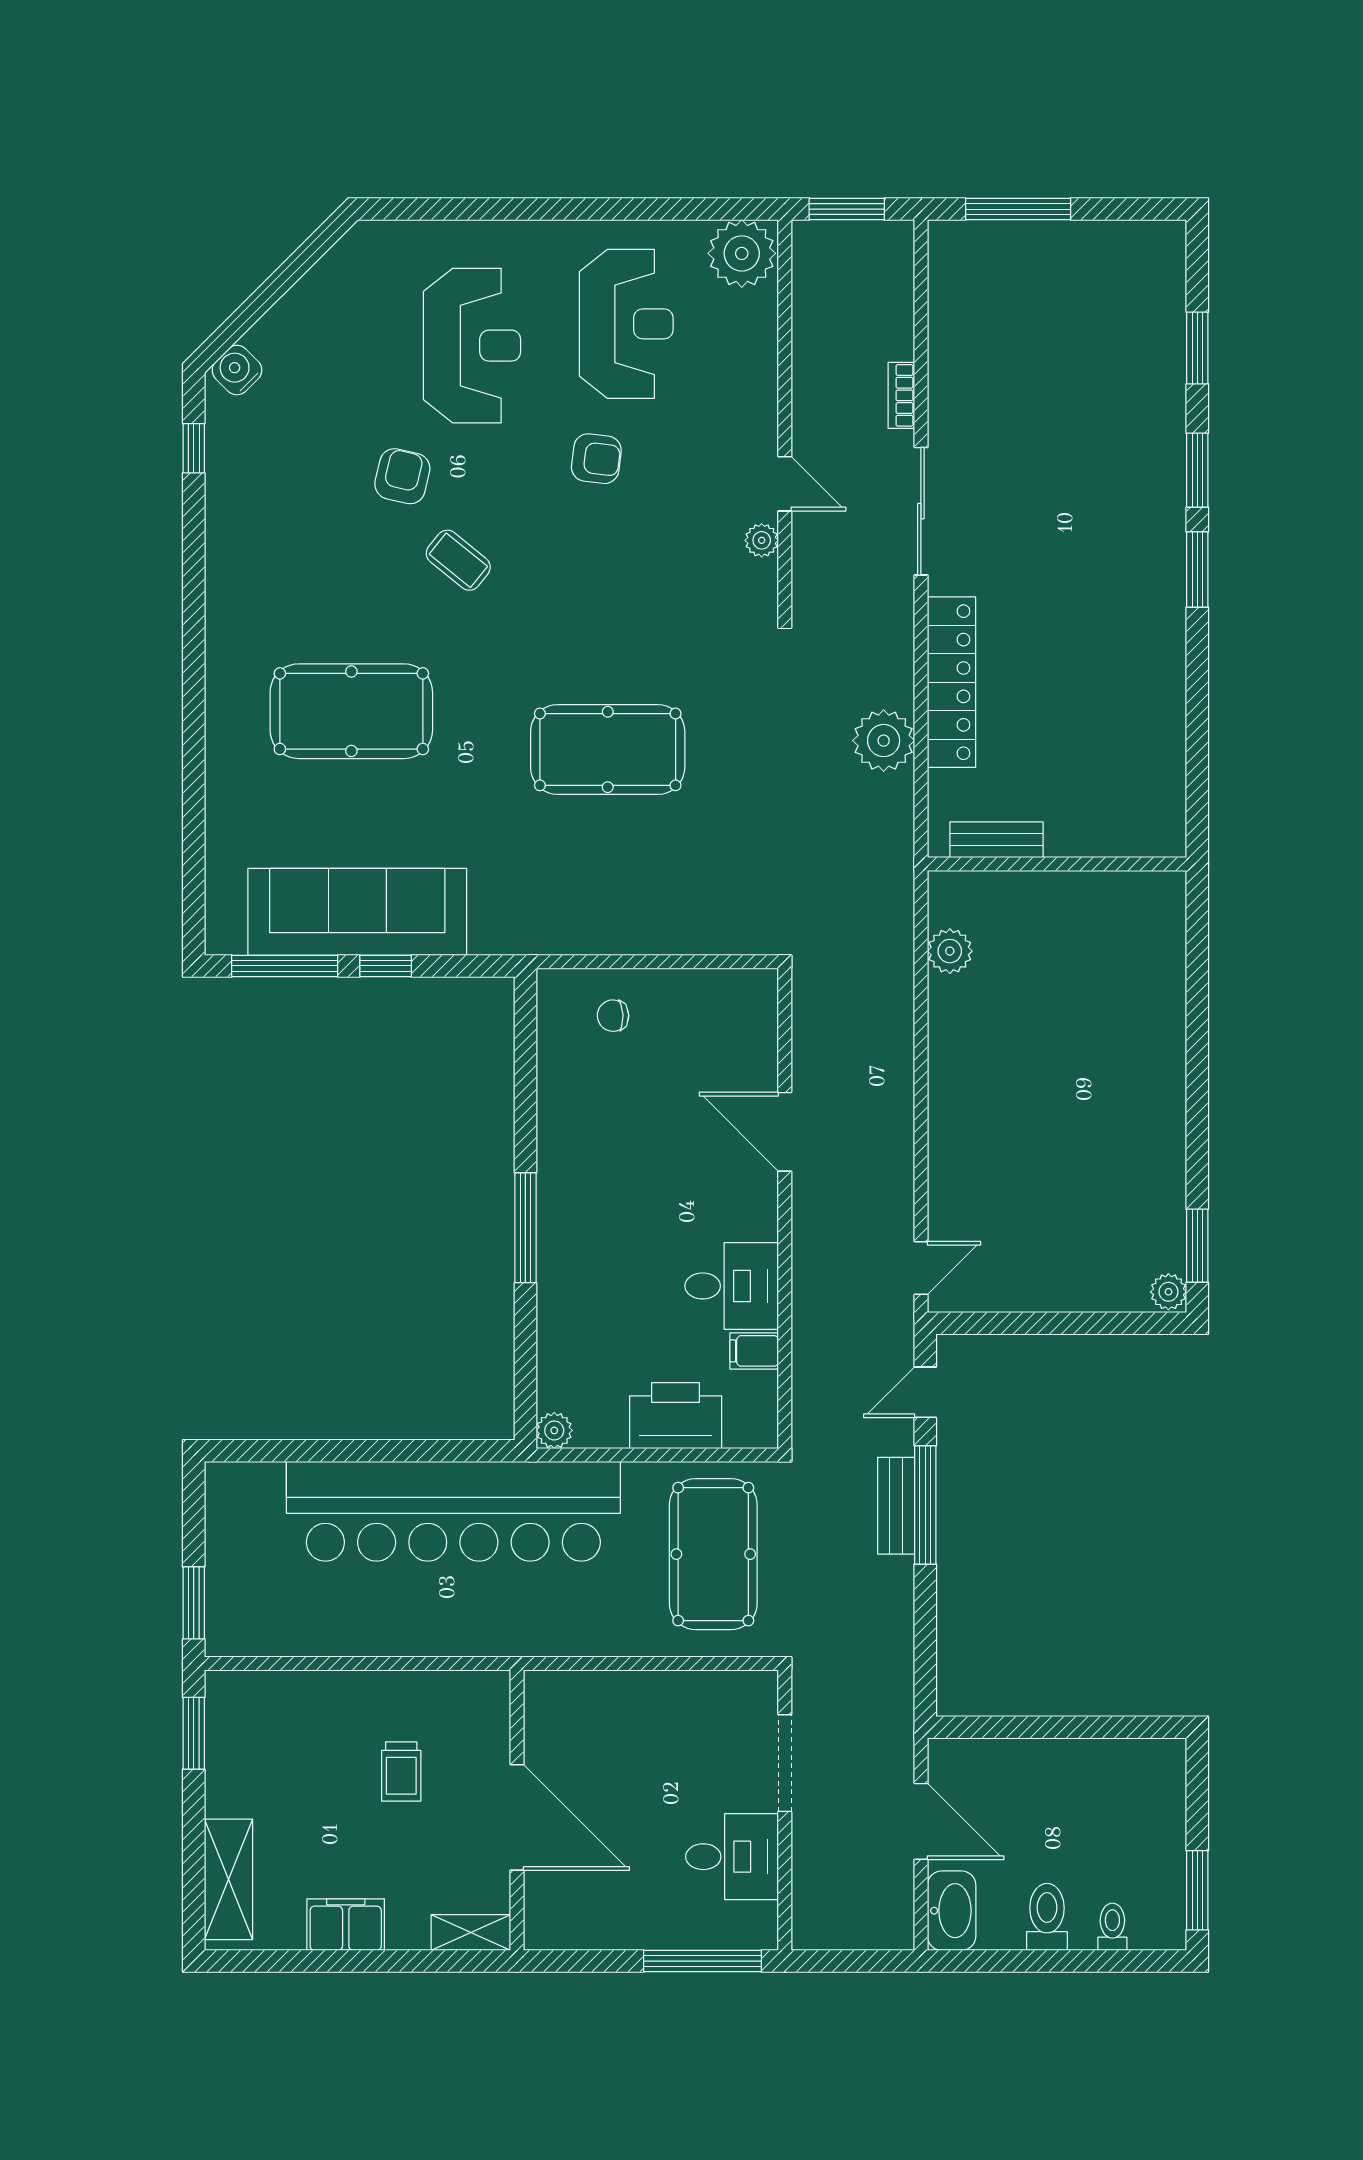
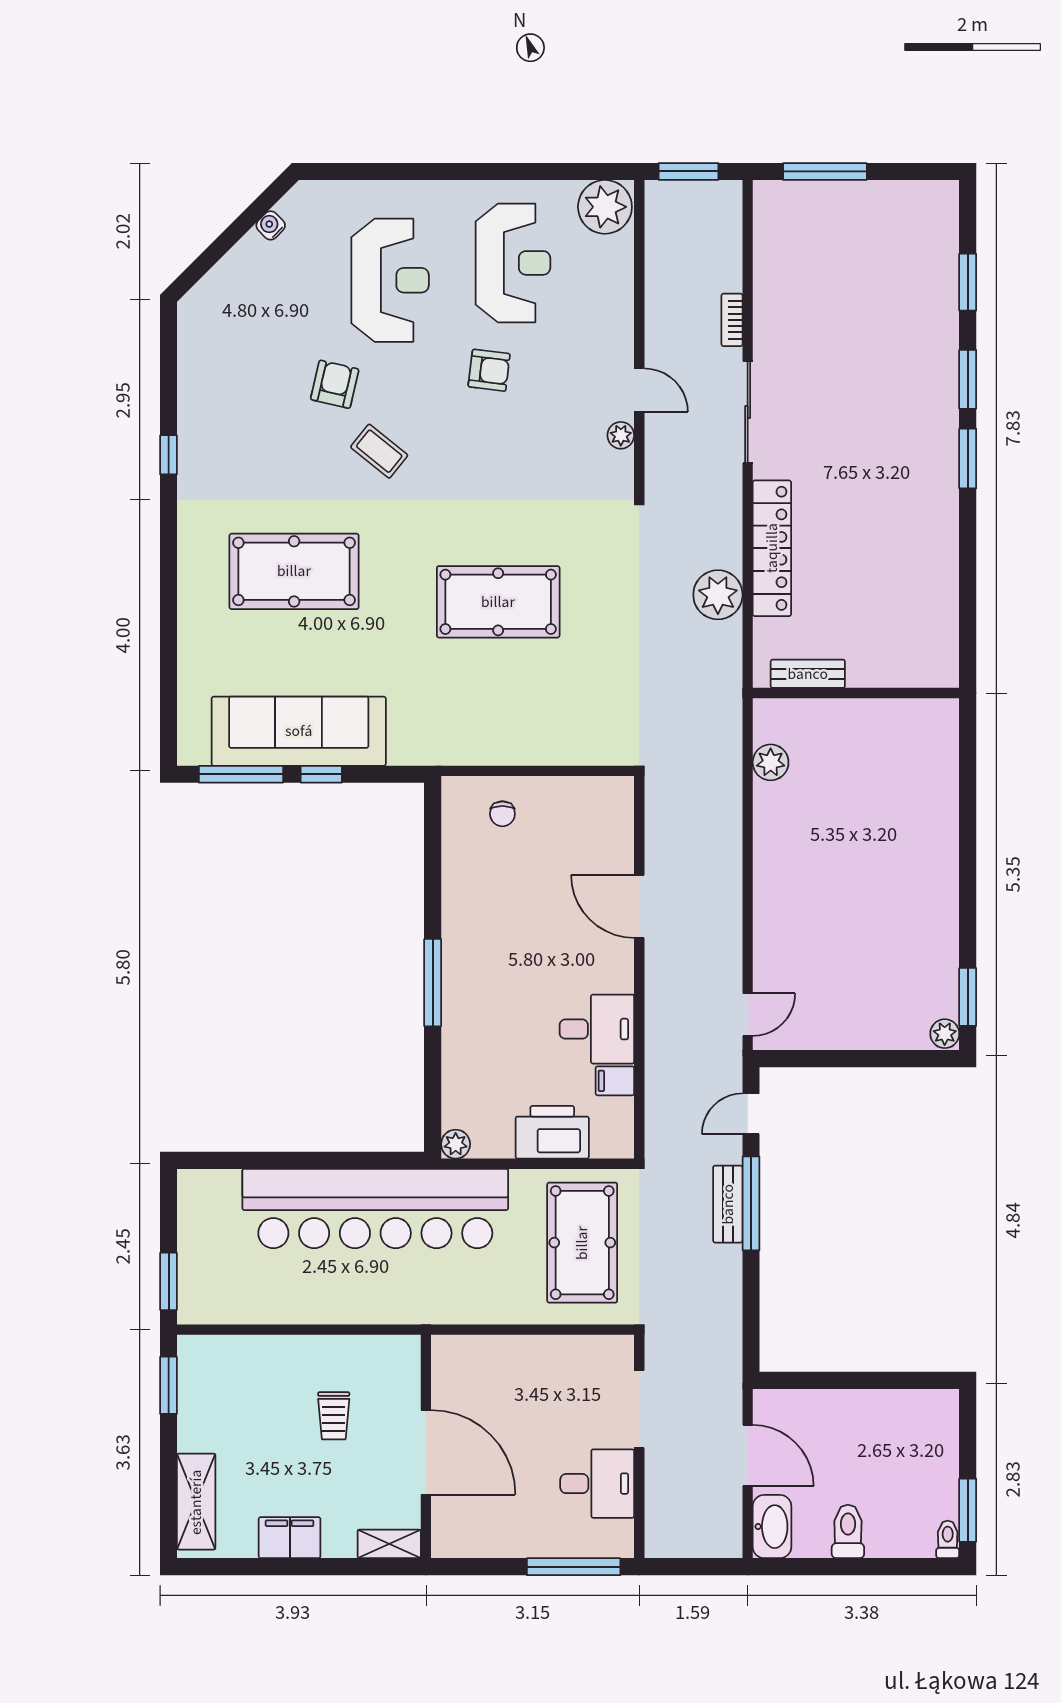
water cooler: (237, 370) -> (271, 225), moved, width x0.72, depth x0.72
window: (194, 448) -> (169, 455), moved
chair: (613, 1016) -> (502, 814), turned -88
toilet: (1112, 1927) -> (948, 1539), moved

